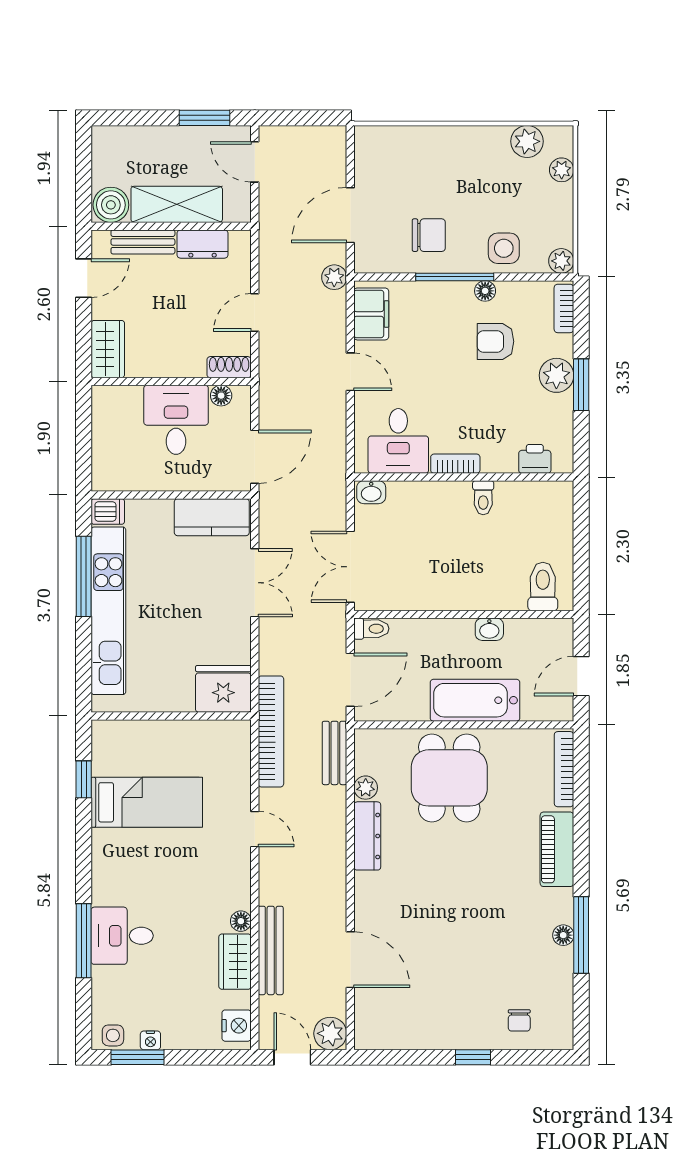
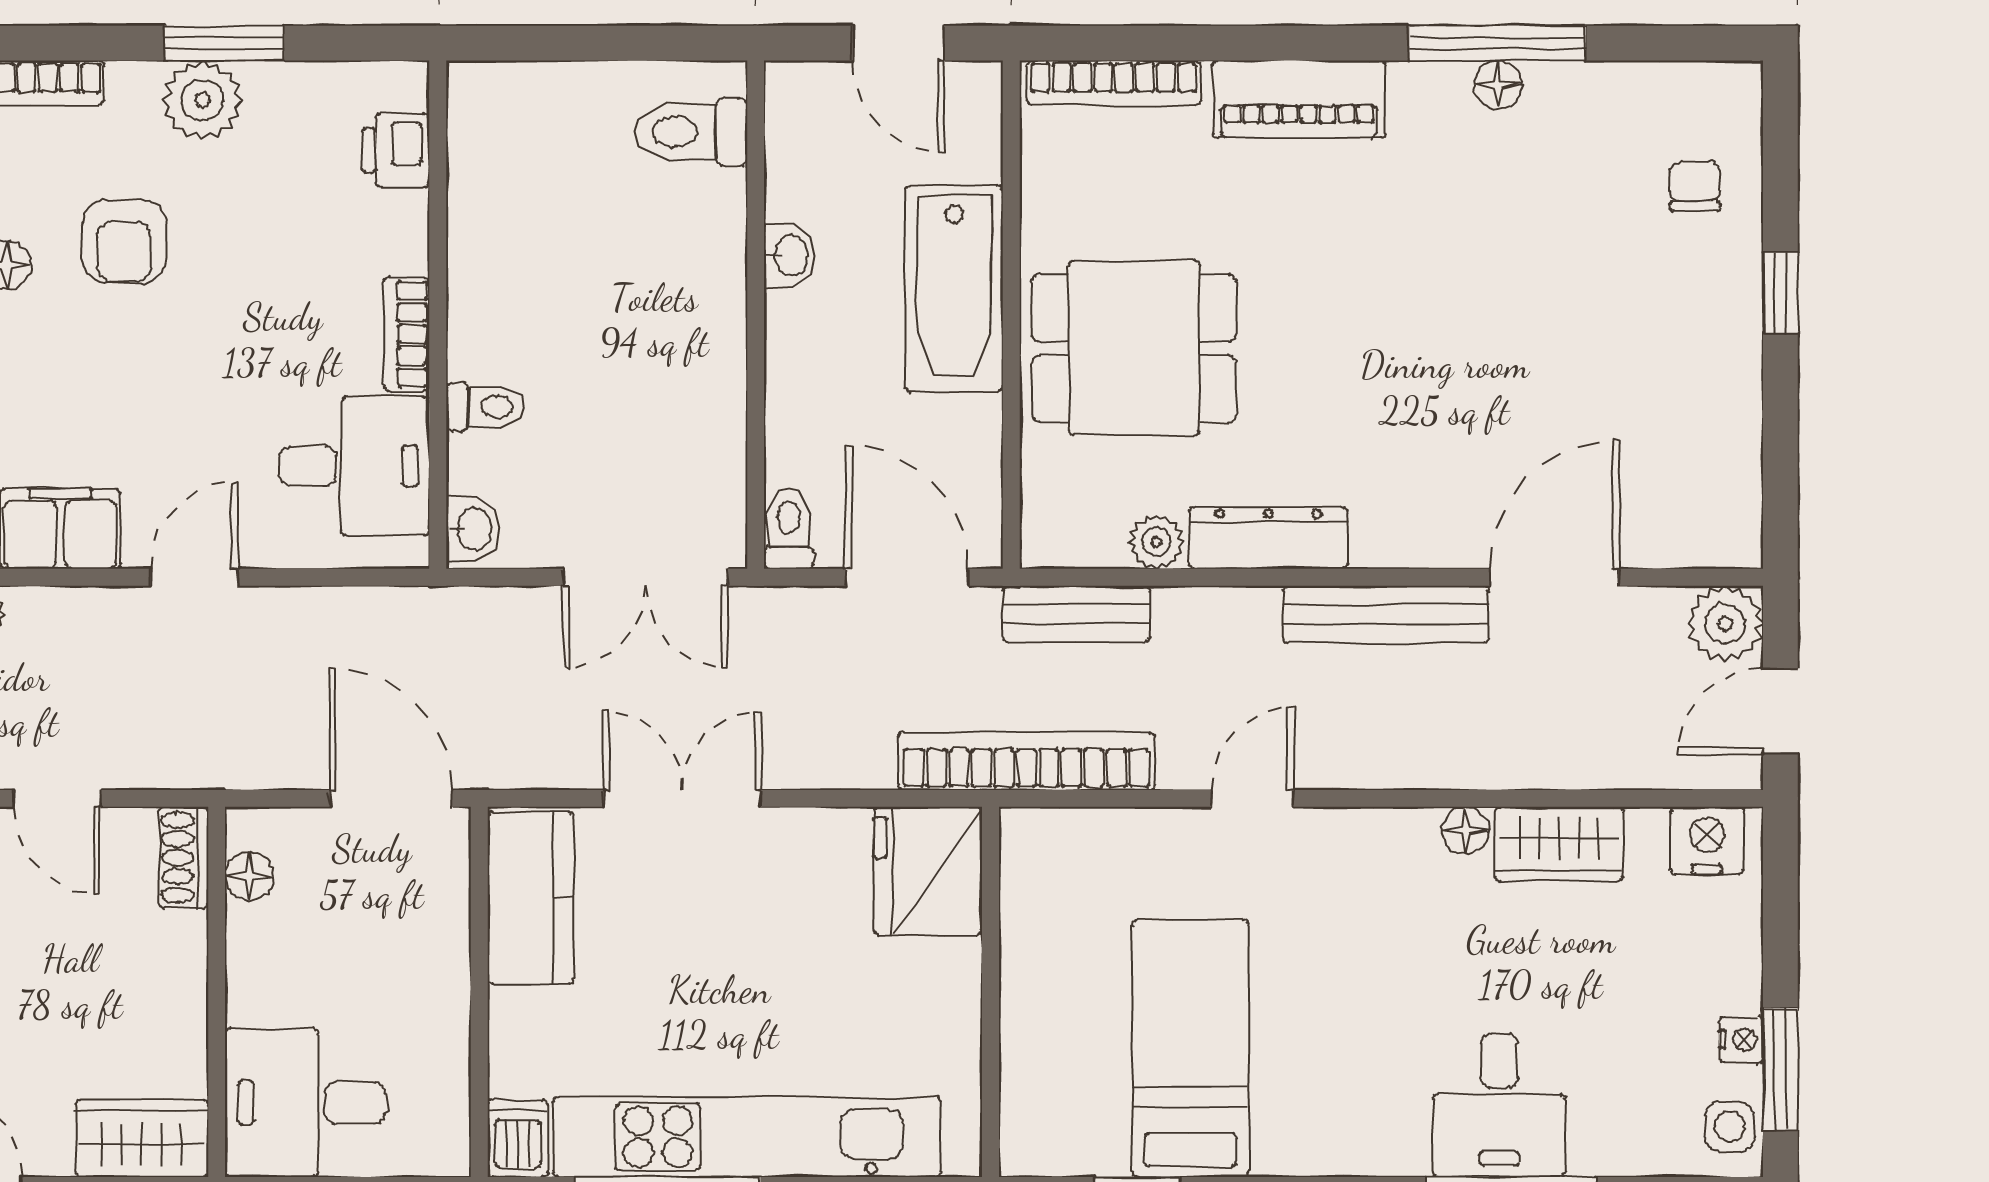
desk: (176, 420) -> (305, 1103), moved
toilet: (483, 498) -> (486, 407), moved
bench: (271, 950) -> (1386, 614), moved
chair: (519, 1020) -> (1695, 186), turned -90

